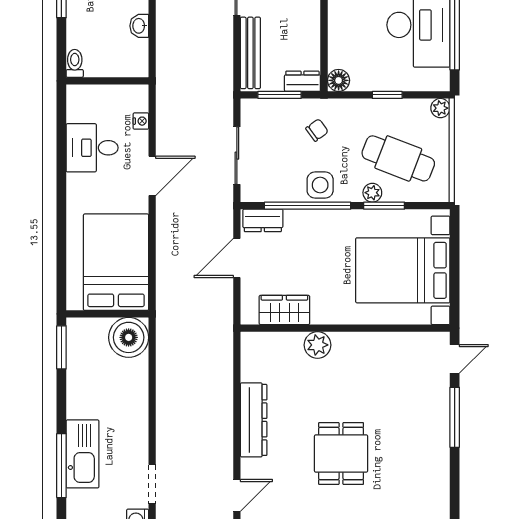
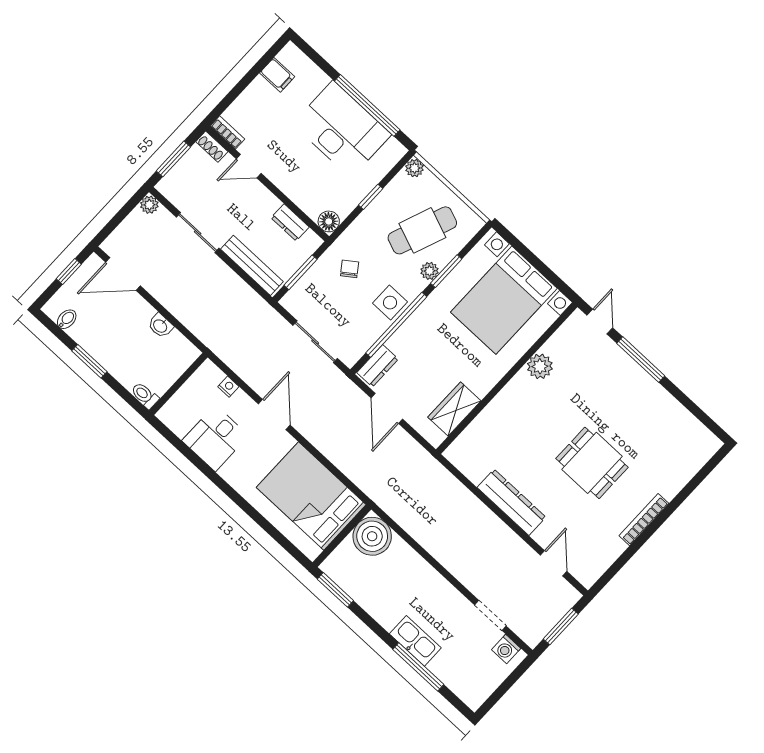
dresser: (302, 81) -> (290, 222), moved, turned -90
plant: (317, 345) -> (540, 366), moved
kitchen sink: (83, 454) -> (415, 641), width x0.73, depth x0.81

